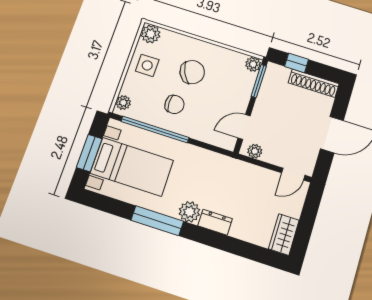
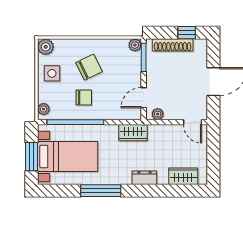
window: (297, 63) -> (187, 33), moved
shoe rack: (314, 83) -> (173, 45), moved
wardrobe: (219, 164) -> (133, 133), added
door: (293, 174) -> (193, 122), hinge flipped
plant: (189, 212) -> (123, 176), removed
wardrobe: (284, 234) -> (183, 176), moved, turned 90

